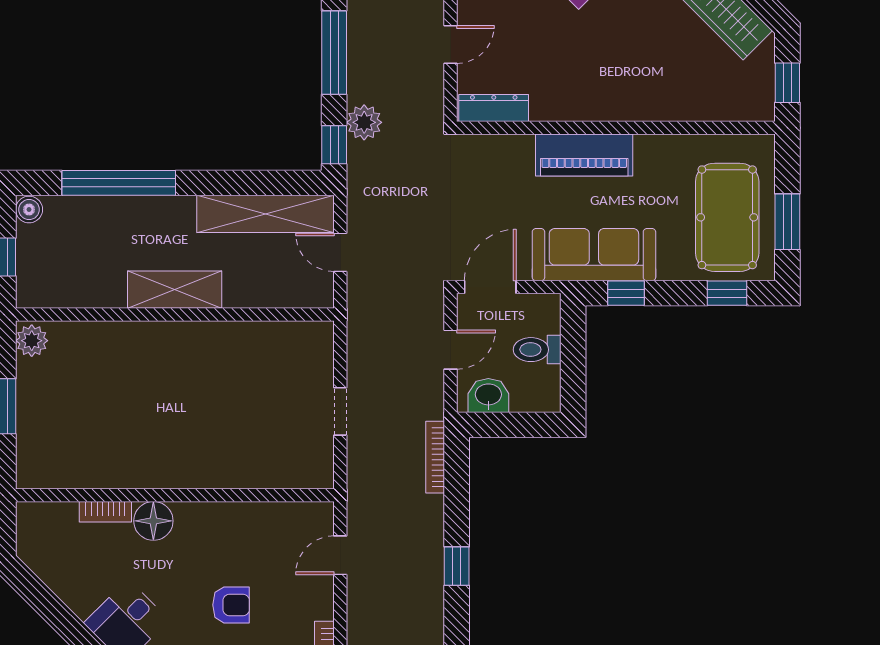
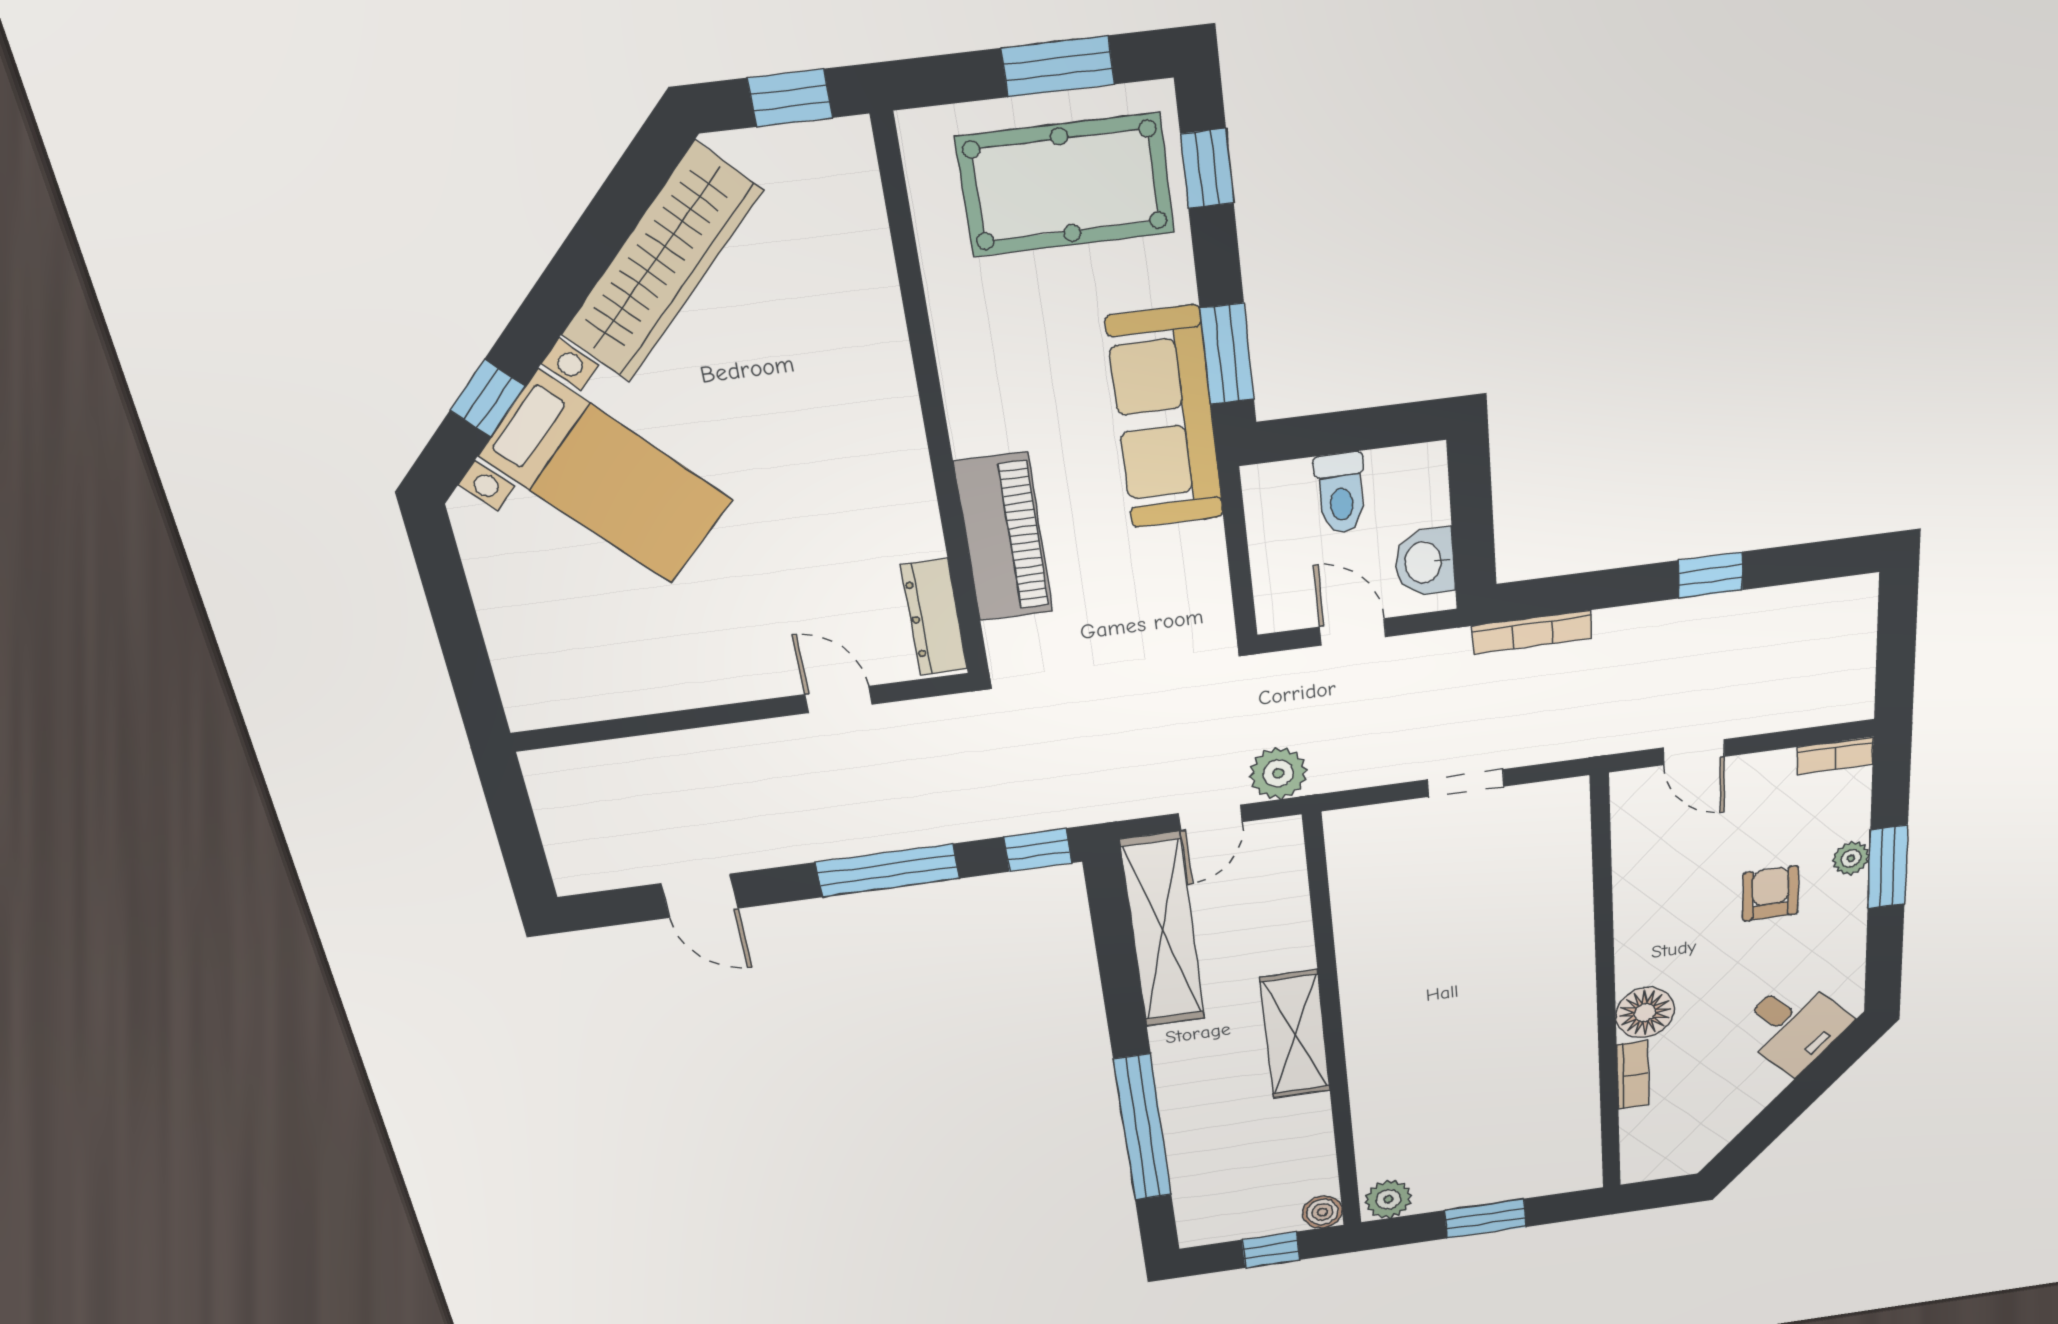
plant: (364, 122) -> (1278, 773), moved
piano: (584, 155) -> (1004, 537), moved
boiler: (29, 210) -> (1322, 1212), moved
door: (490, 287) -> (1241, 583), removed
window: (626, 293) -> (1227, 354), width x1.50

